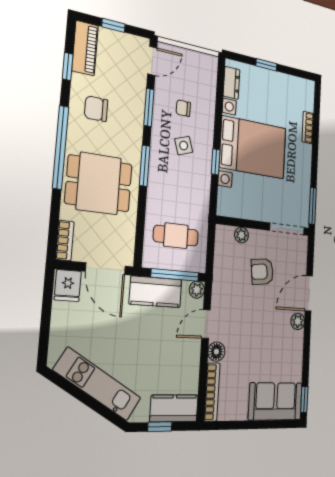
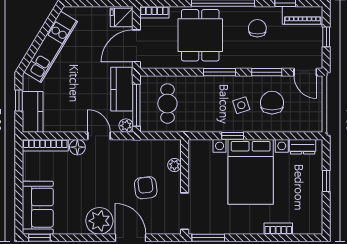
chair: (183, 108) -> (272, 103), width x1.87, depth x1.87
plant: (298, 321) -> (99, 221), width x1.88, depth x1.88

